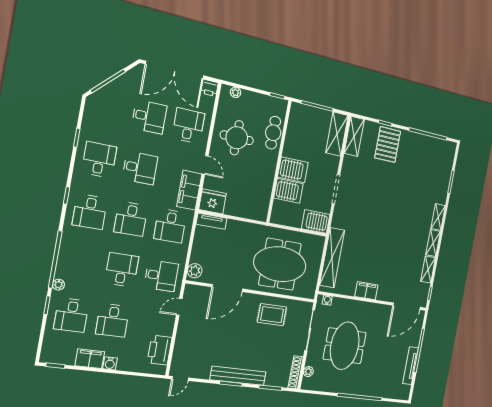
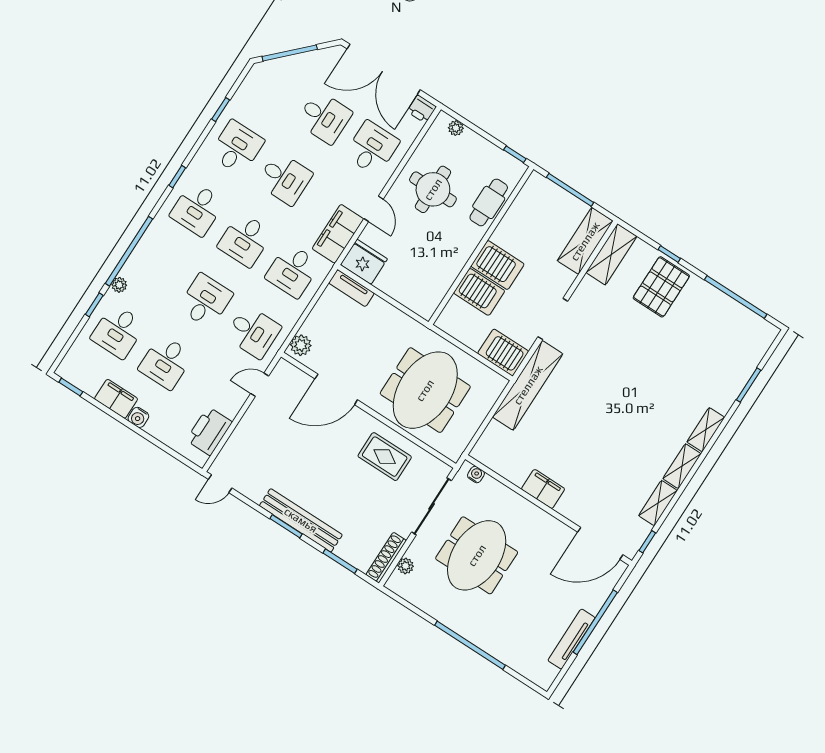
shelving: (332, 258) -> (528, 385), moved
meeting table: (280, 264) -> (425, 390), turned 90

